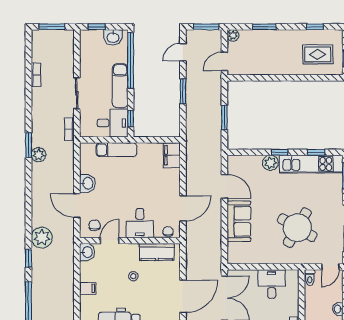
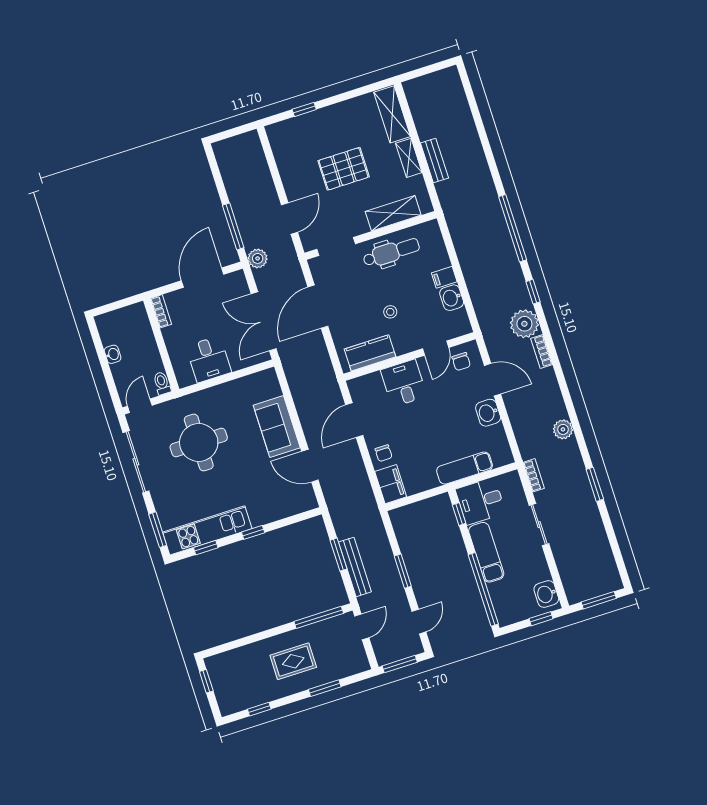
plant: (233, 35) -> (361, 664), removed
washbasin: (113, 37) -> (546, 594), moved, turned -90
rug: (318, 54) -> (293, 661), moved
bookcase: (36, 75) -> (542, 351), moved
window: (252, 78) -> (319, 617), added
bench: (216, 105) -> (355, 567), added
window: (28, 145) -> (595, 484), moved
plant: (270, 163) -> (260, 515), removed
round table: (297, 228) -> (199, 442), turned -30
chair: (168, 231) -> (384, 453), moved
washbasin: (87, 252) -> (452, 298), moved

